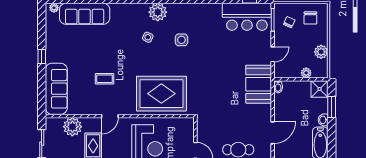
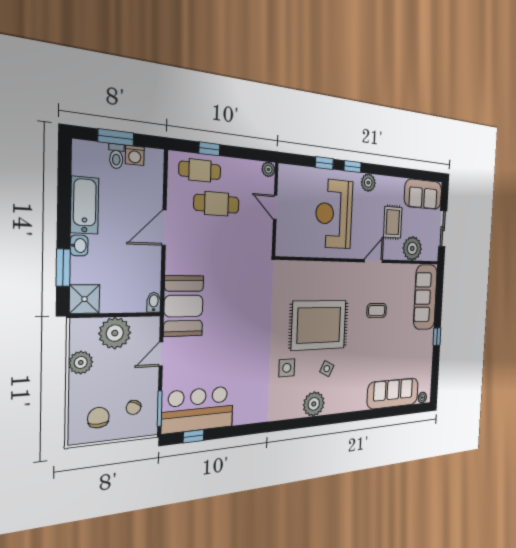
plant: (306, 73) -> (115, 333), width x1.88, depth x1.88
rug: (161, 94) -> (319, 325), moved

